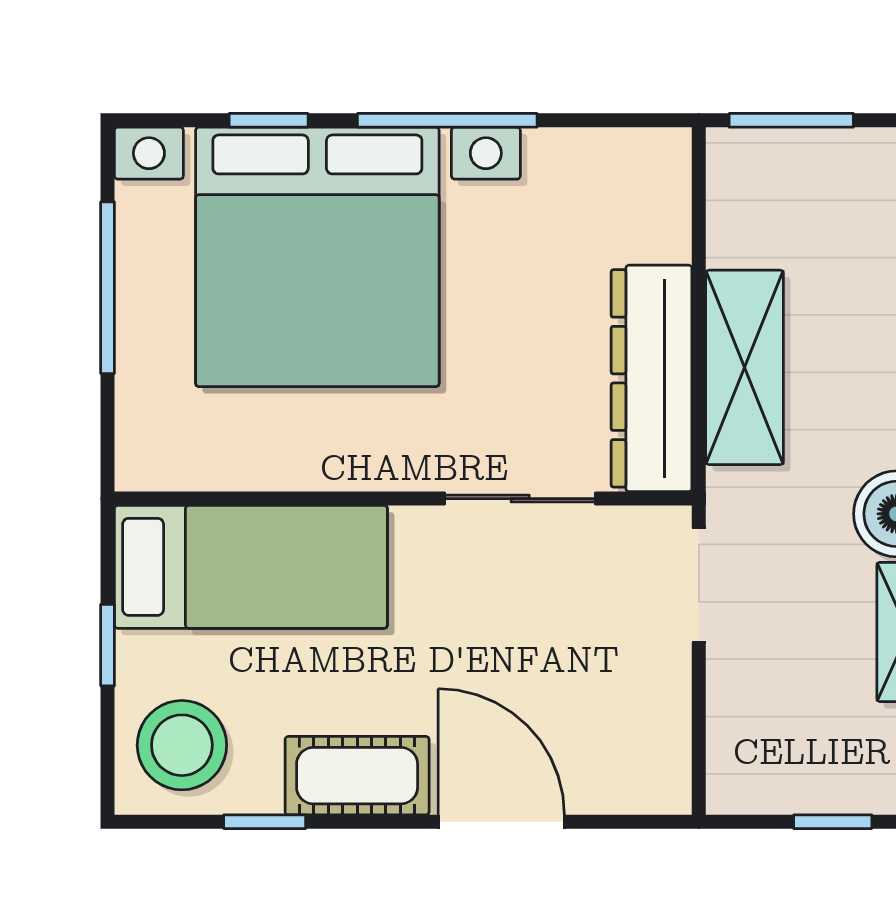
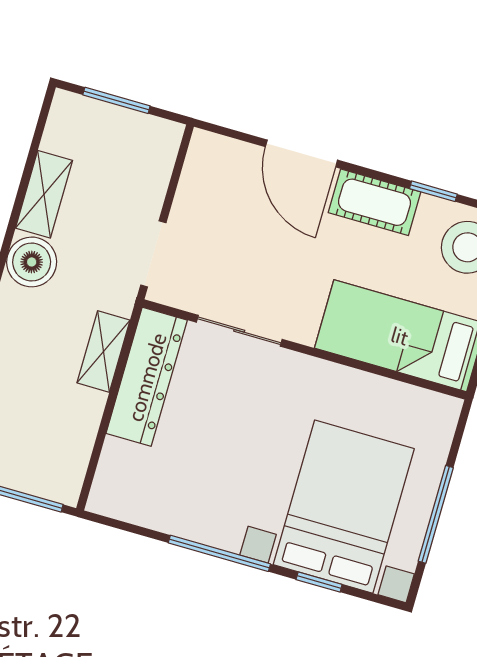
bed with nightstands: (317, 257) -> (344, 507), width x0.73
shelving: (745, 367) -> (104, 351), width x0.67, depth x0.75
window: (833, 822) -> (116, 100), width x1.50

